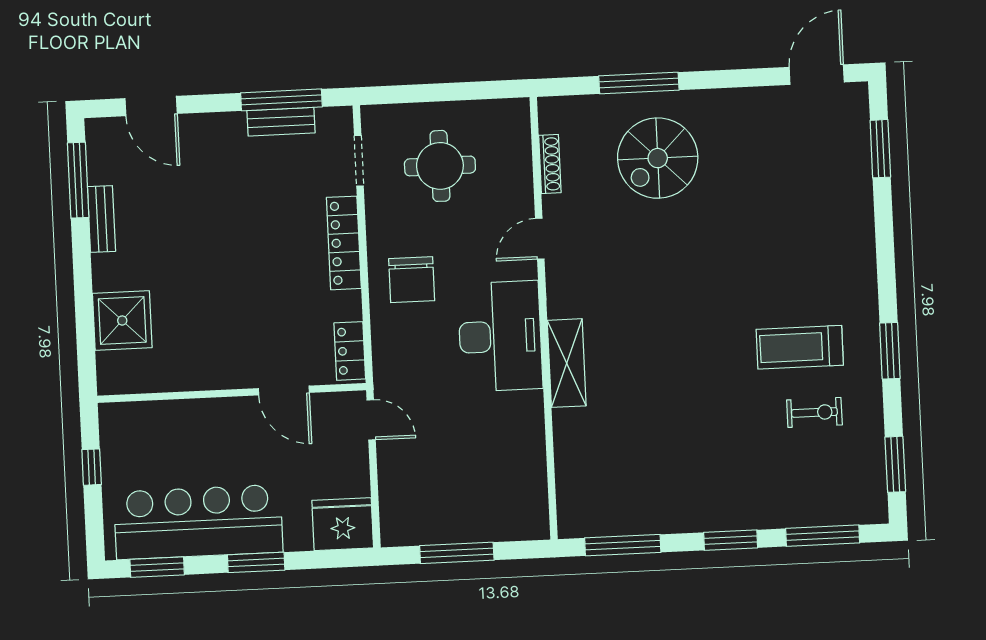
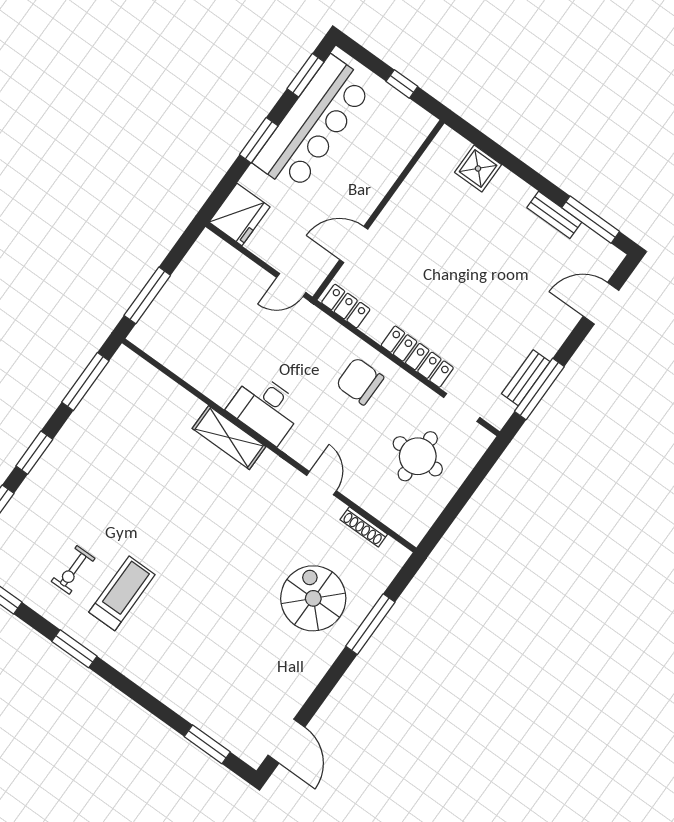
shower: (122, 321) -> (478, 168), width x0.73, depth x0.73
desk: (500, 336) -> (266, 408), width x0.73, depth x0.77
window: (457, 553) -> (147, 295), moved

